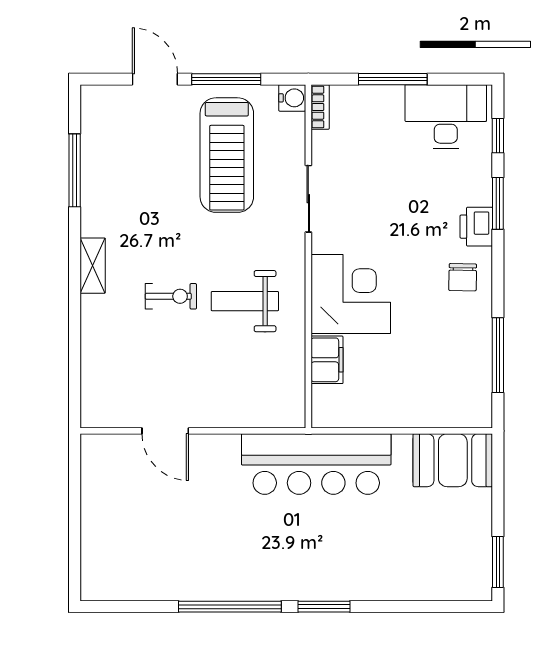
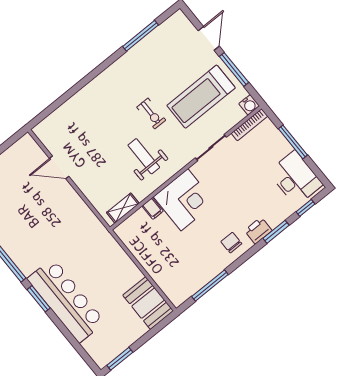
bookcase: (320, 107) -> (249, 125), width x1.56
shelving: (93, 266) -> (123, 208), moved
chair: (463, 277) -> (231, 243), turned 89
exercise bike: (171, 296) -> (151, 114), moved
filing cabinet: (327, 360) -> (153, 208), width x0.50
door: (165, 431) -> (59, 167), hinge flipped
bar counter: (316, 464) -> (66, 300), moved, turned 180

